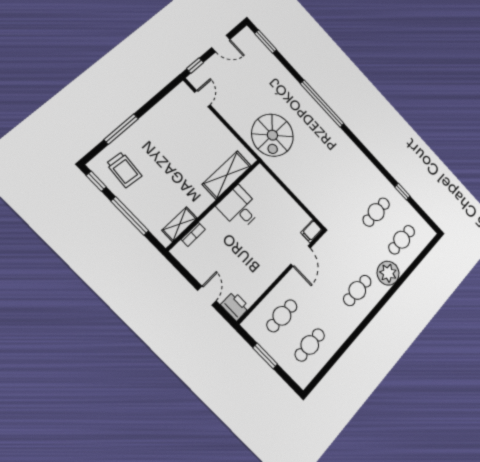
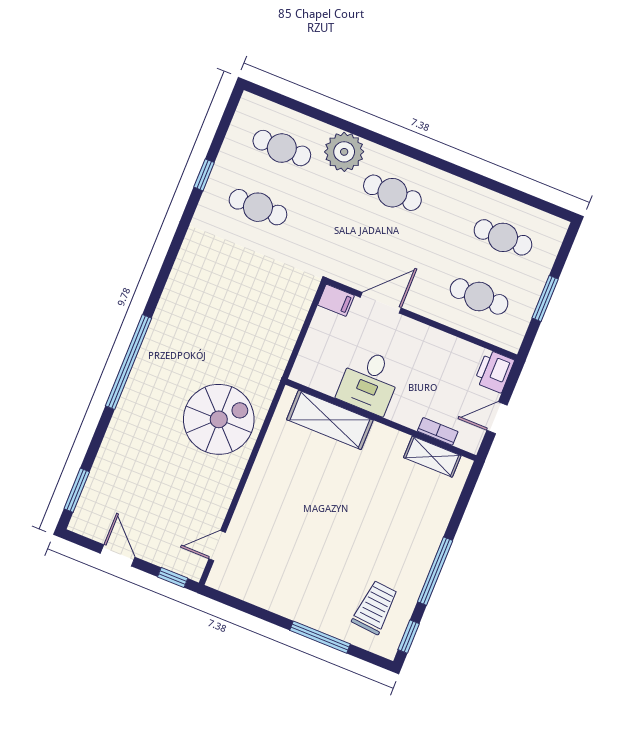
shelving: (227, 175) -> (330, 420), moved
wall: (214, 204) -> (381, 420), moved
desk: (239, 208) -> (369, 382), moved
shelving: (180, 224) -> (432, 457), moved
bookcase: (193, 234) -> (438, 431), moved

